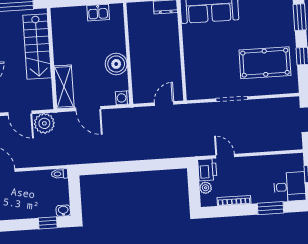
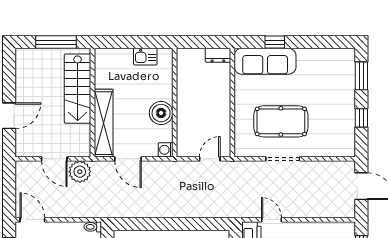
pool table: (265, 63) -> (281, 121), moved
shelving: (64, 87) -> (104, 123), width x1.47

